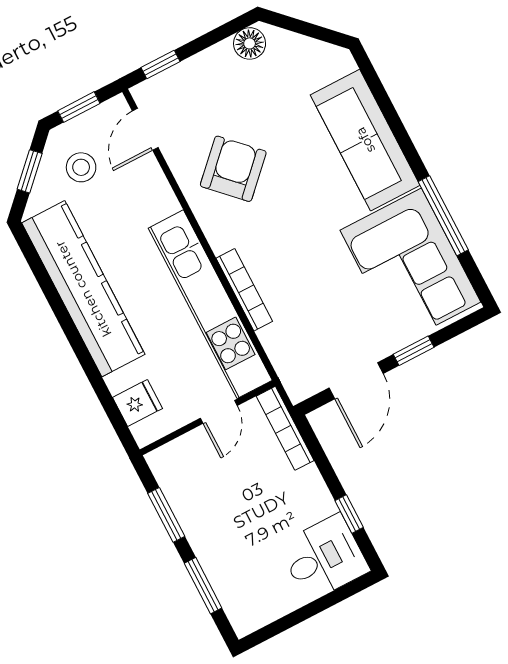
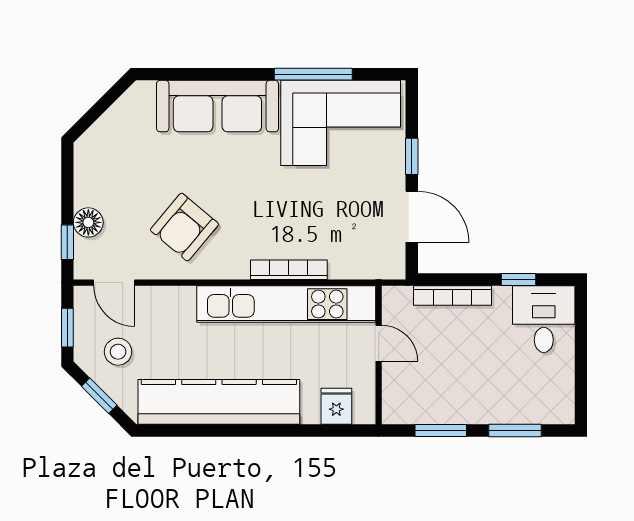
floor lamp: (250, 43) -> (88, 222), moved
armchair: (233, 169) -> (184, 227), turned -95
bookcase: (285, 428) -> (453, 296), moved

